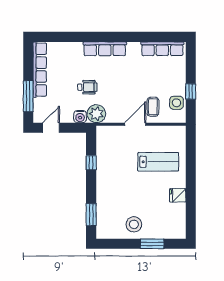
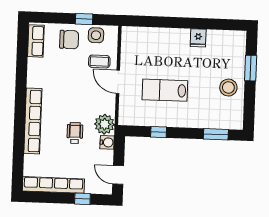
row of seats: (105, 49) -> (33, 121), width x1.36
row of seats: (162, 49) -> (36, 41), width x0.68
chair: (172, 79) -> (69, 40), added
window: (28, 96) -> (82, 199), width x0.46
lab bench: (158, 162) -> (165, 90), moved, turned -90

